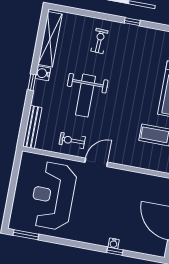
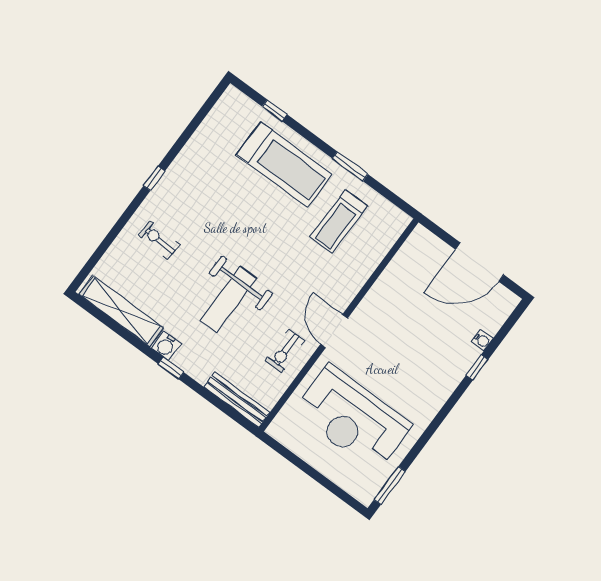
weight bench: (85, 96) -> (229, 299), turned 90
water cooler: (114, 243) -> (482, 340), moved

